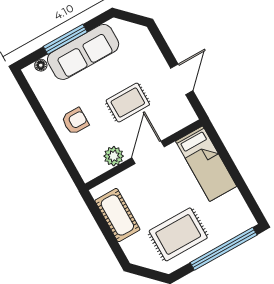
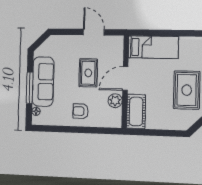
armchair: (75, 121) -> (81, 111), turned -90
door: (148, 152) -> (125, 78), hinge flipped
cot: (117, 215) -> (136, 112), moved, turned 90

